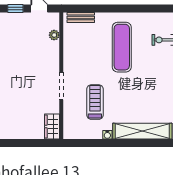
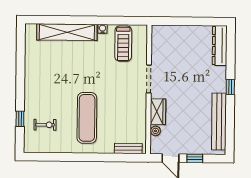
treadmill: (95, 102) -> (123, 44), moved
wardrobe: (52, 126) -> (158, 112), moved

